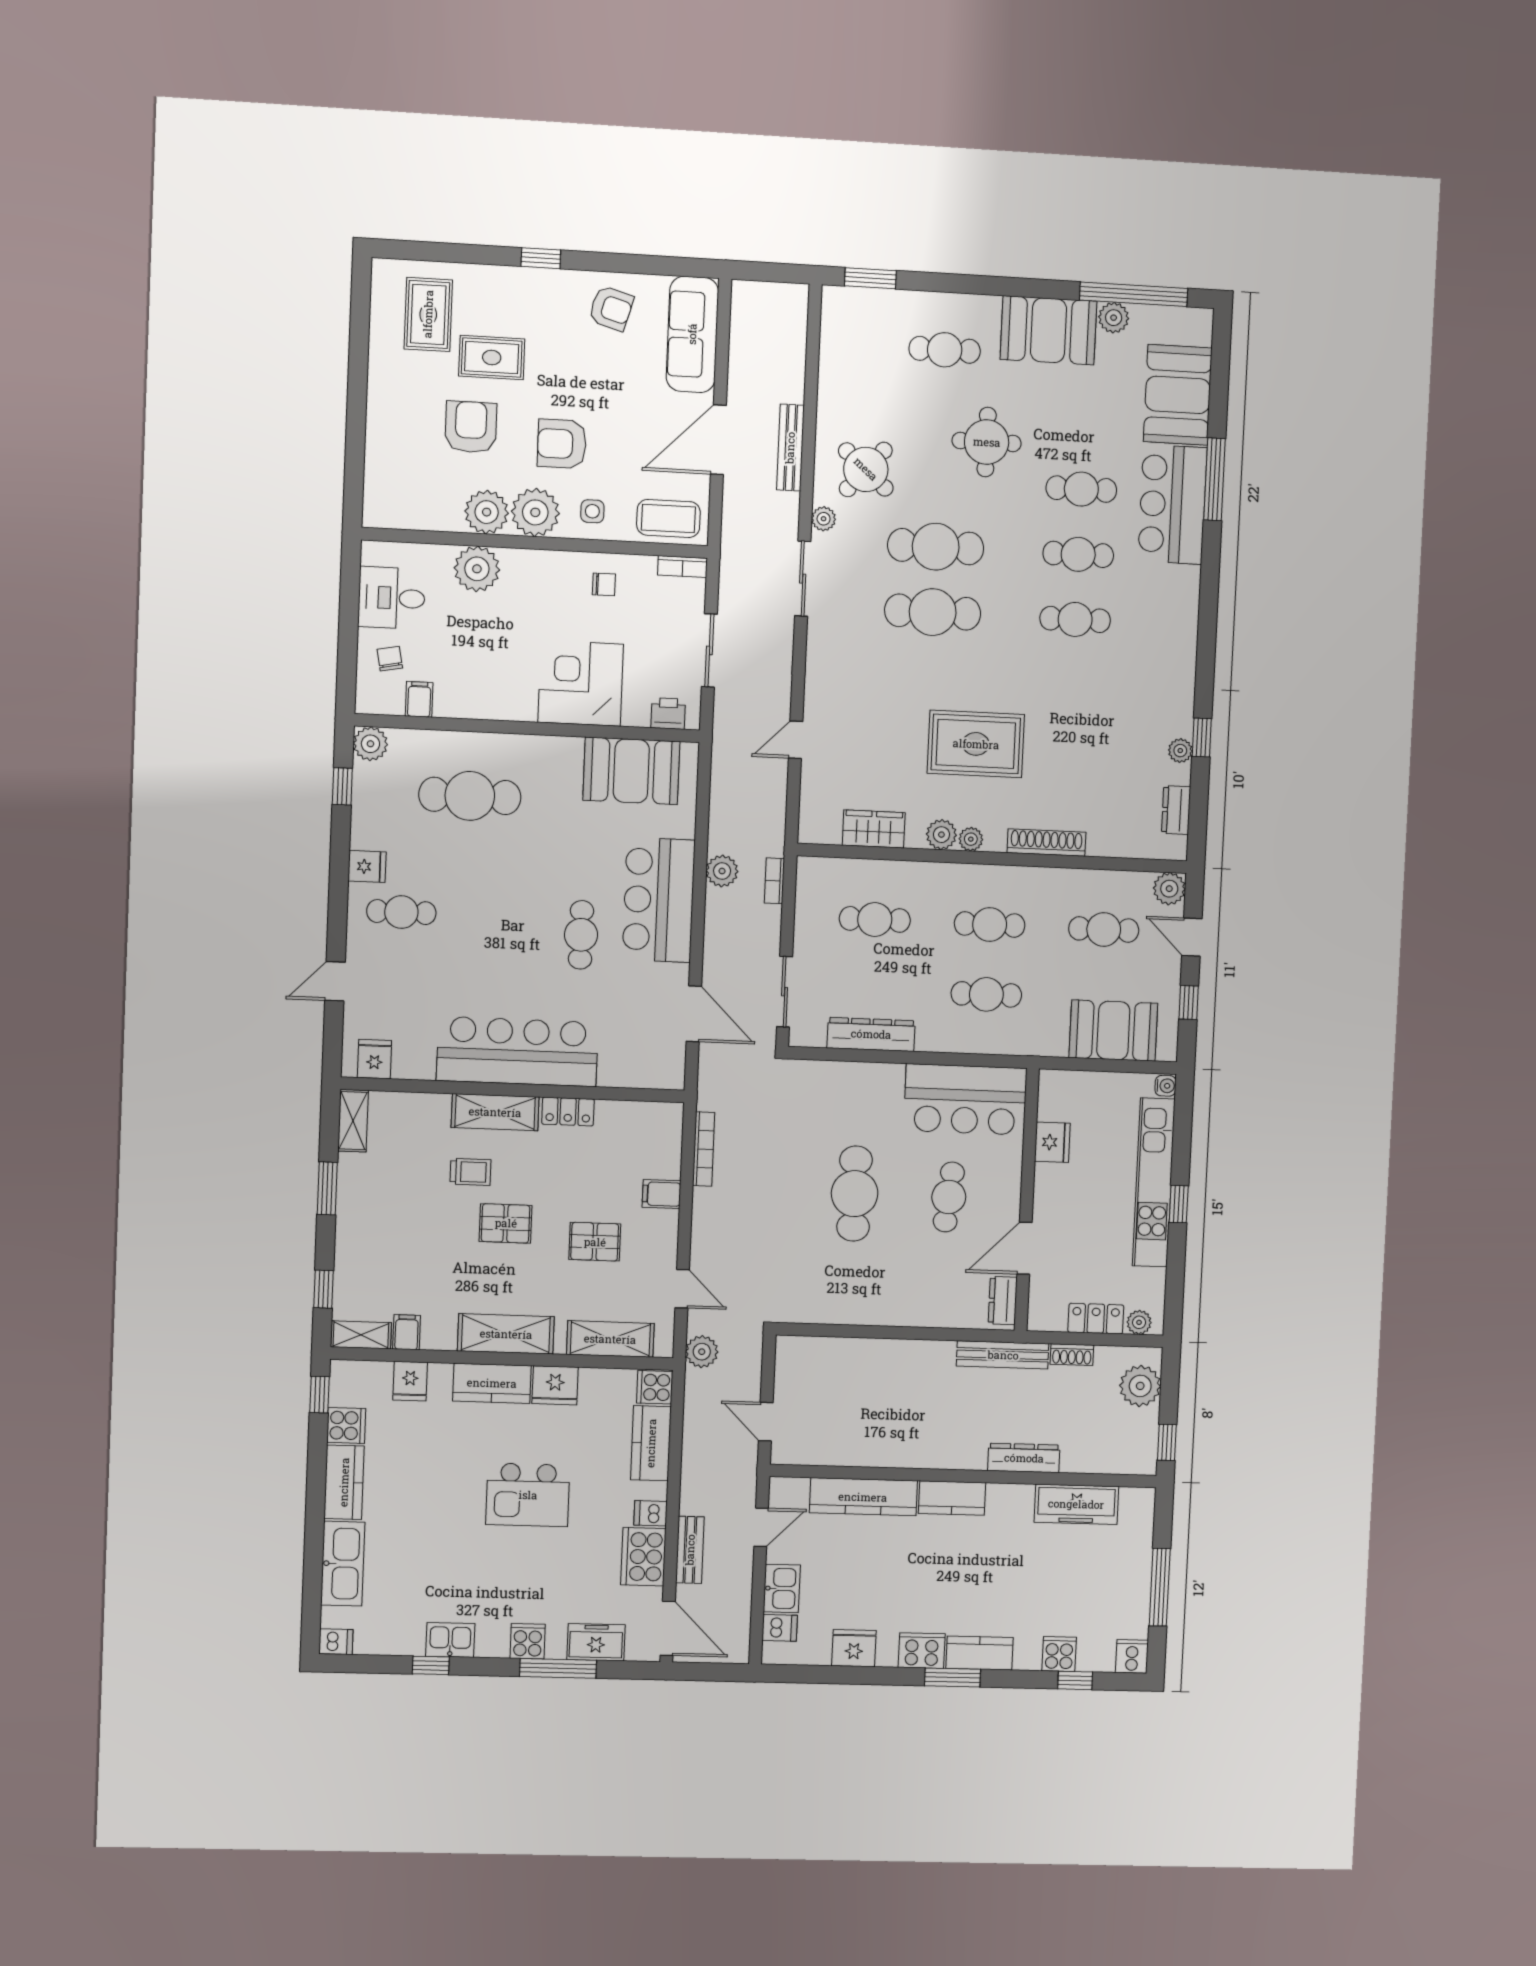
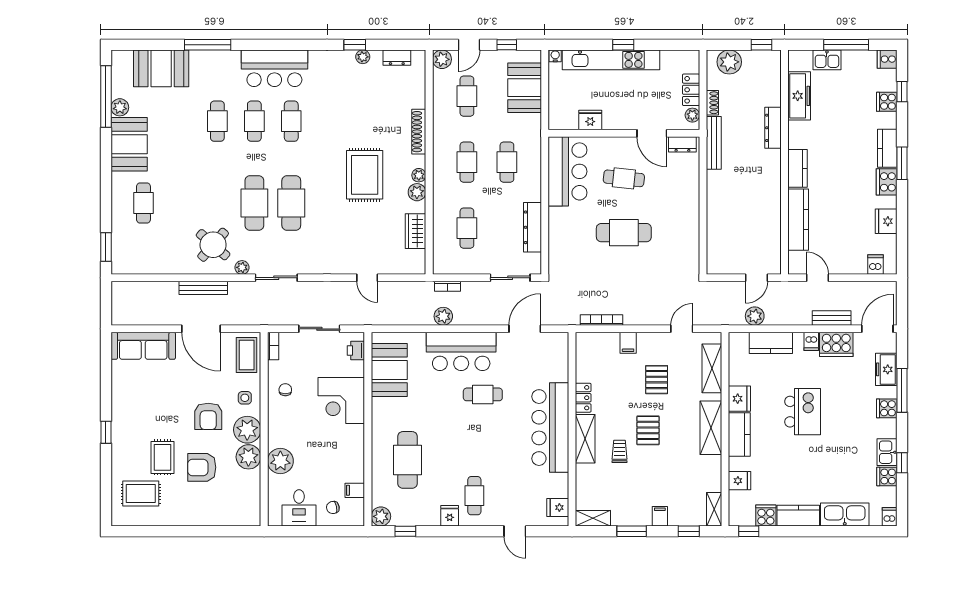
armchair: (611, 308) -> (131, 392), removed
round table: (987, 442) -> (194, 177), removed
bar counter: (1173, 504) -> (274, 68), moved
plant: (1139, 1322) -> (692, 115), moved
filing cabinet: (407, 1332) -> (660, 516), moved, turned 90
plant: (702, 1352) -> (755, 316), moved
cooker: (655, 1387) -> (887, 477), moved, turned 90
kitchen sink: (782, 1588) -> (827, 60), moved, turned 180

